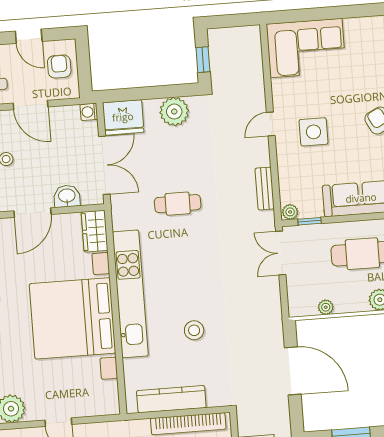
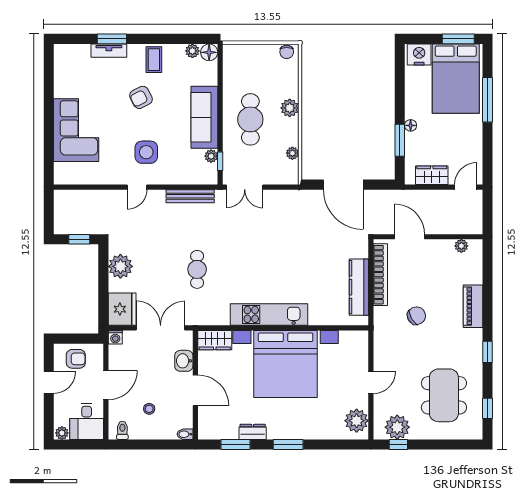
corner sofa: (306, 48) -> (76, 130), moved
armchair: (59, 66) -> (76, 359), turned 180
door: (271, 124) -> (137, 187), hinge flipped
bench: (265, 189) -> (190, 196), width x1.36
plant: (290, 212) -> (211, 156), moved
kitchen unit: (130, 294) -> (269, 314), width x0.73
stool: (194, 330) -> (303, 264), removed
door: (293, 371) -> (343, 185), swing flipped

